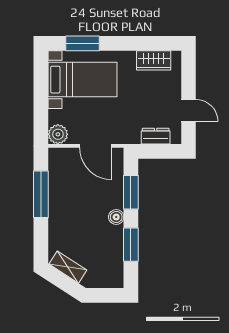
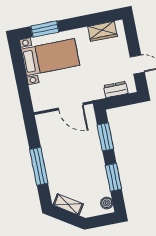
plant: (58, 134) -> (40, 103), removed
window: (41, 194) -> (39, 166), moved
boiler: (116, 217) -> (107, 203), moved

